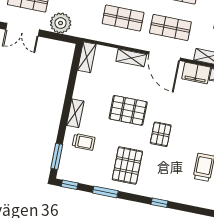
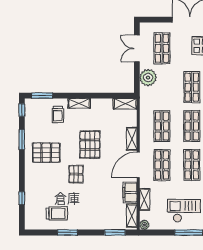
pallet: (161, 134) -> (76, 174), turned 90
window: (159, 203) -> (22, 198), moved

